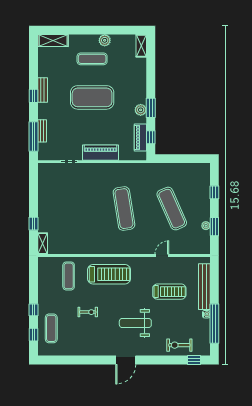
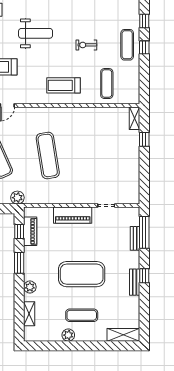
shelving: (141, 46) -> (29, 314), moved
plant: (141, 110) -> (30, 287), moved
plant: (152, 169) -> (17, 198), added
treadmill: (109, 274) -> (64, 85), width x0.73, depth x0.73
exercise mat: (51, 328) -> (127, 45), moved

